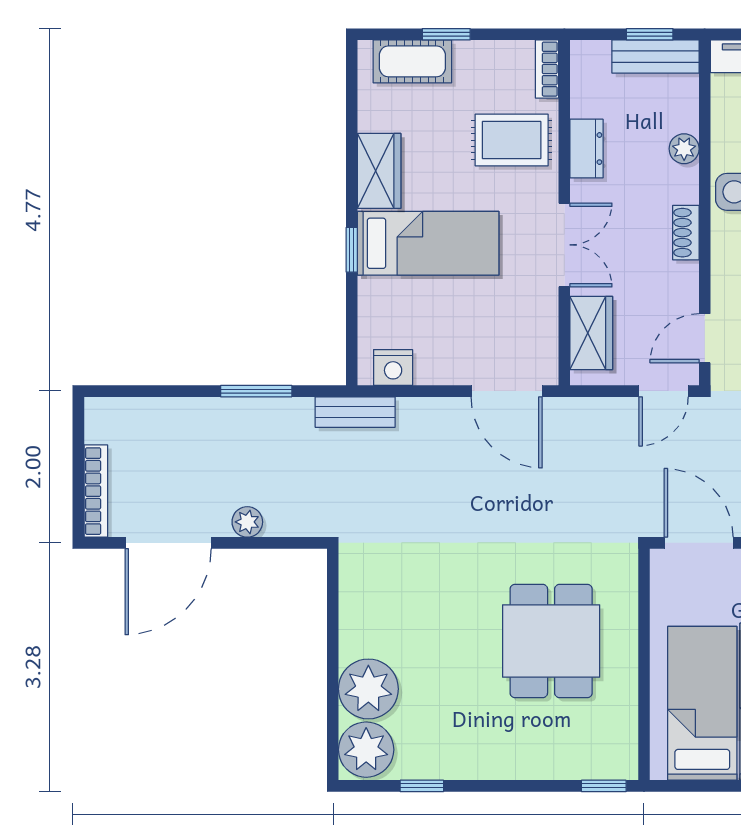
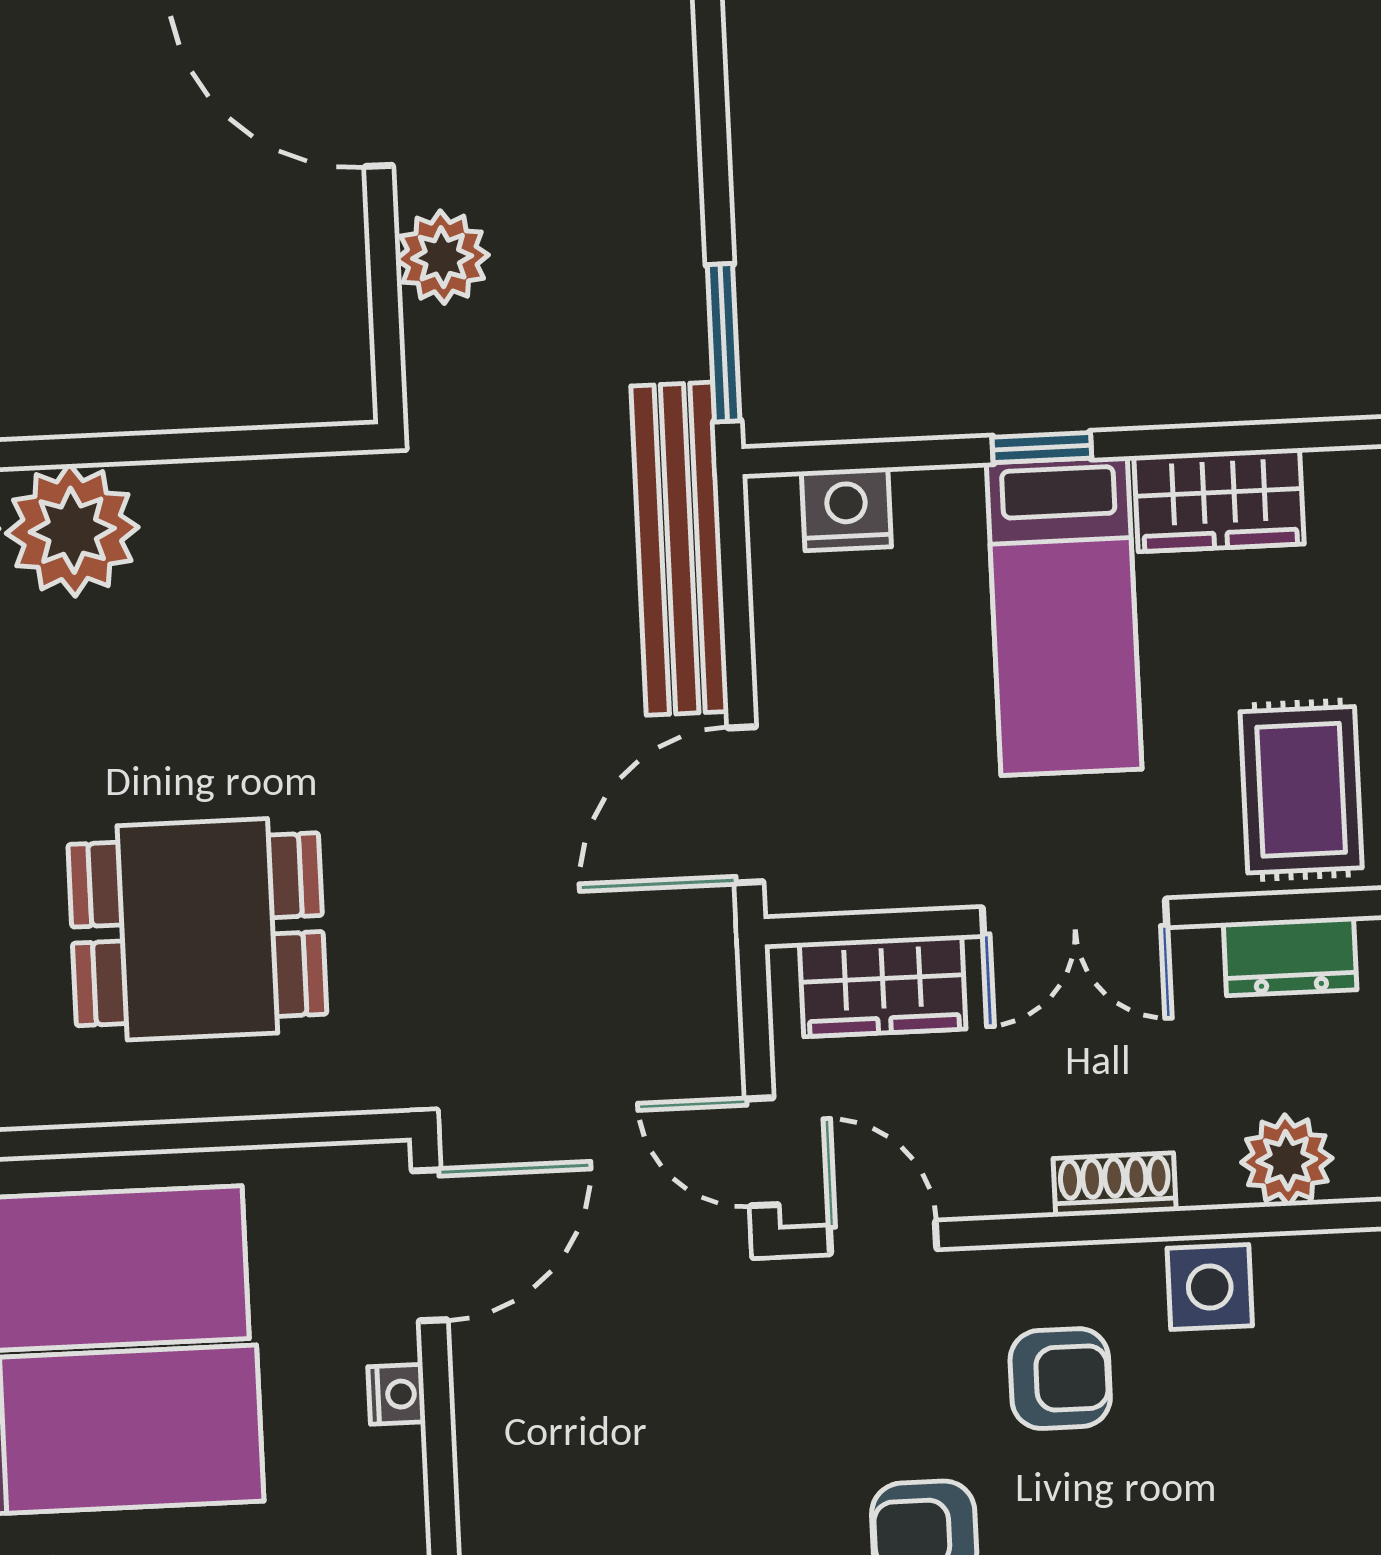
plant: (684, 149) -> (1287, 1160), width x1.38, depth x1.38
nightstand: (393, 367) -> (846, 509), moved, turned 90
window: (256, 391) -> (724, 343), moved
bench: (355, 412) -> (680, 549), width x1.86, depth x1.21
plant: (247, 522) -> (442, 257), width x1.38, depth x1.38

